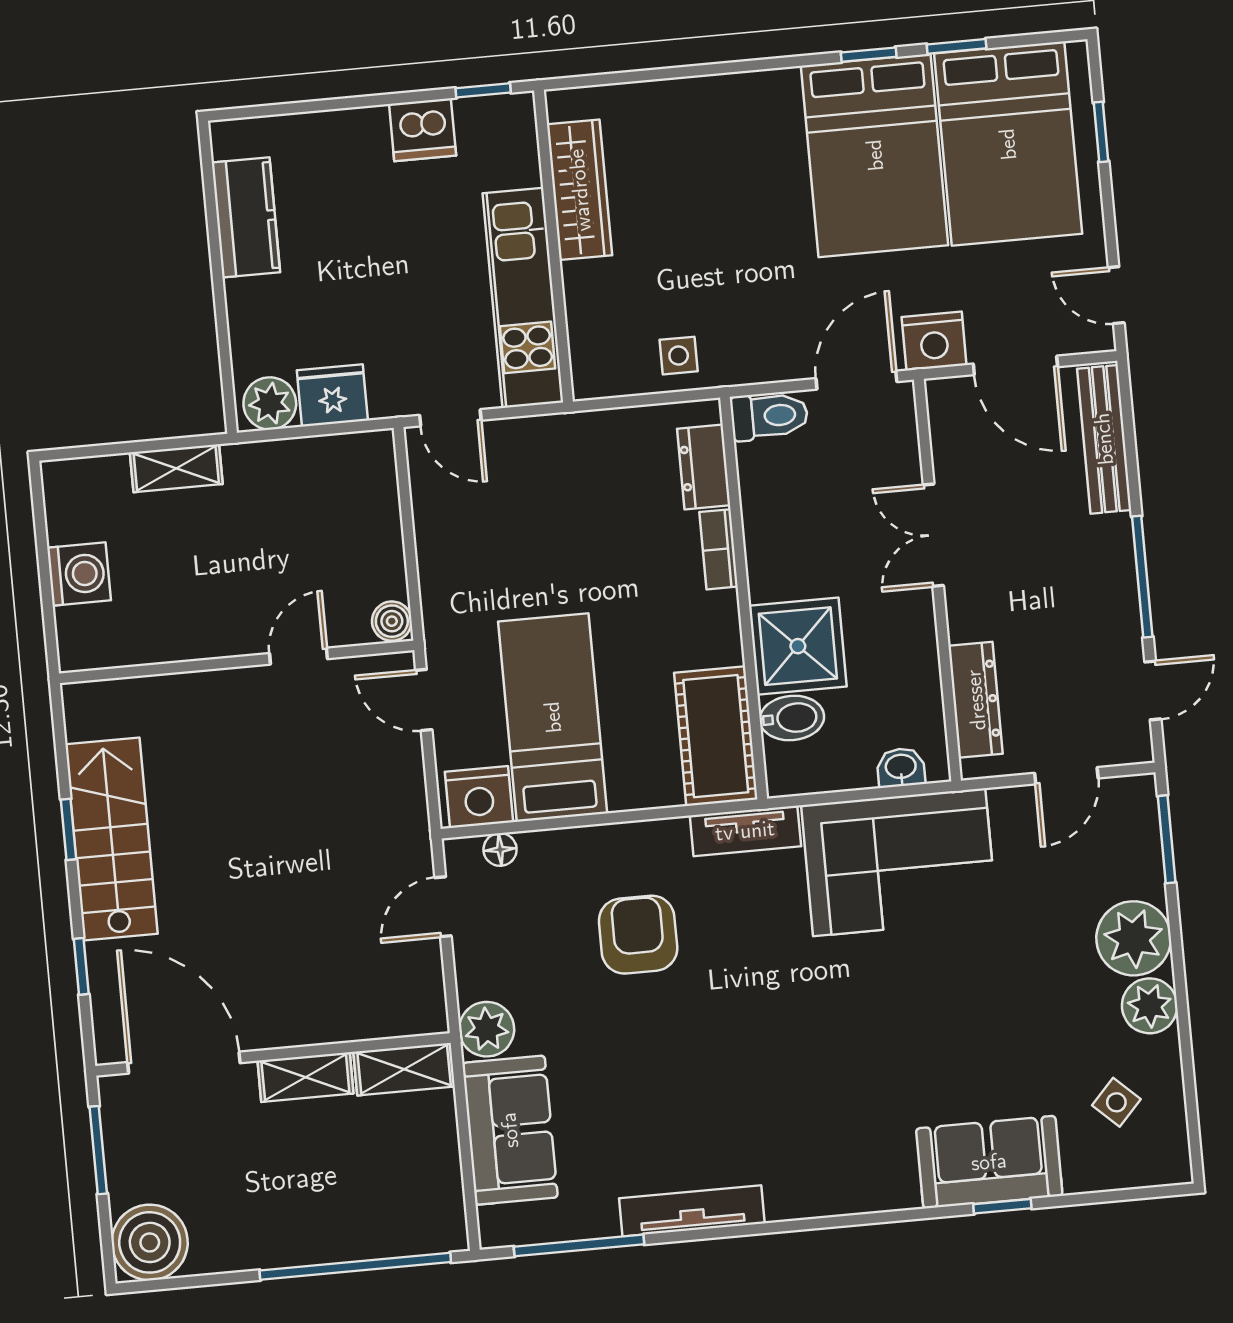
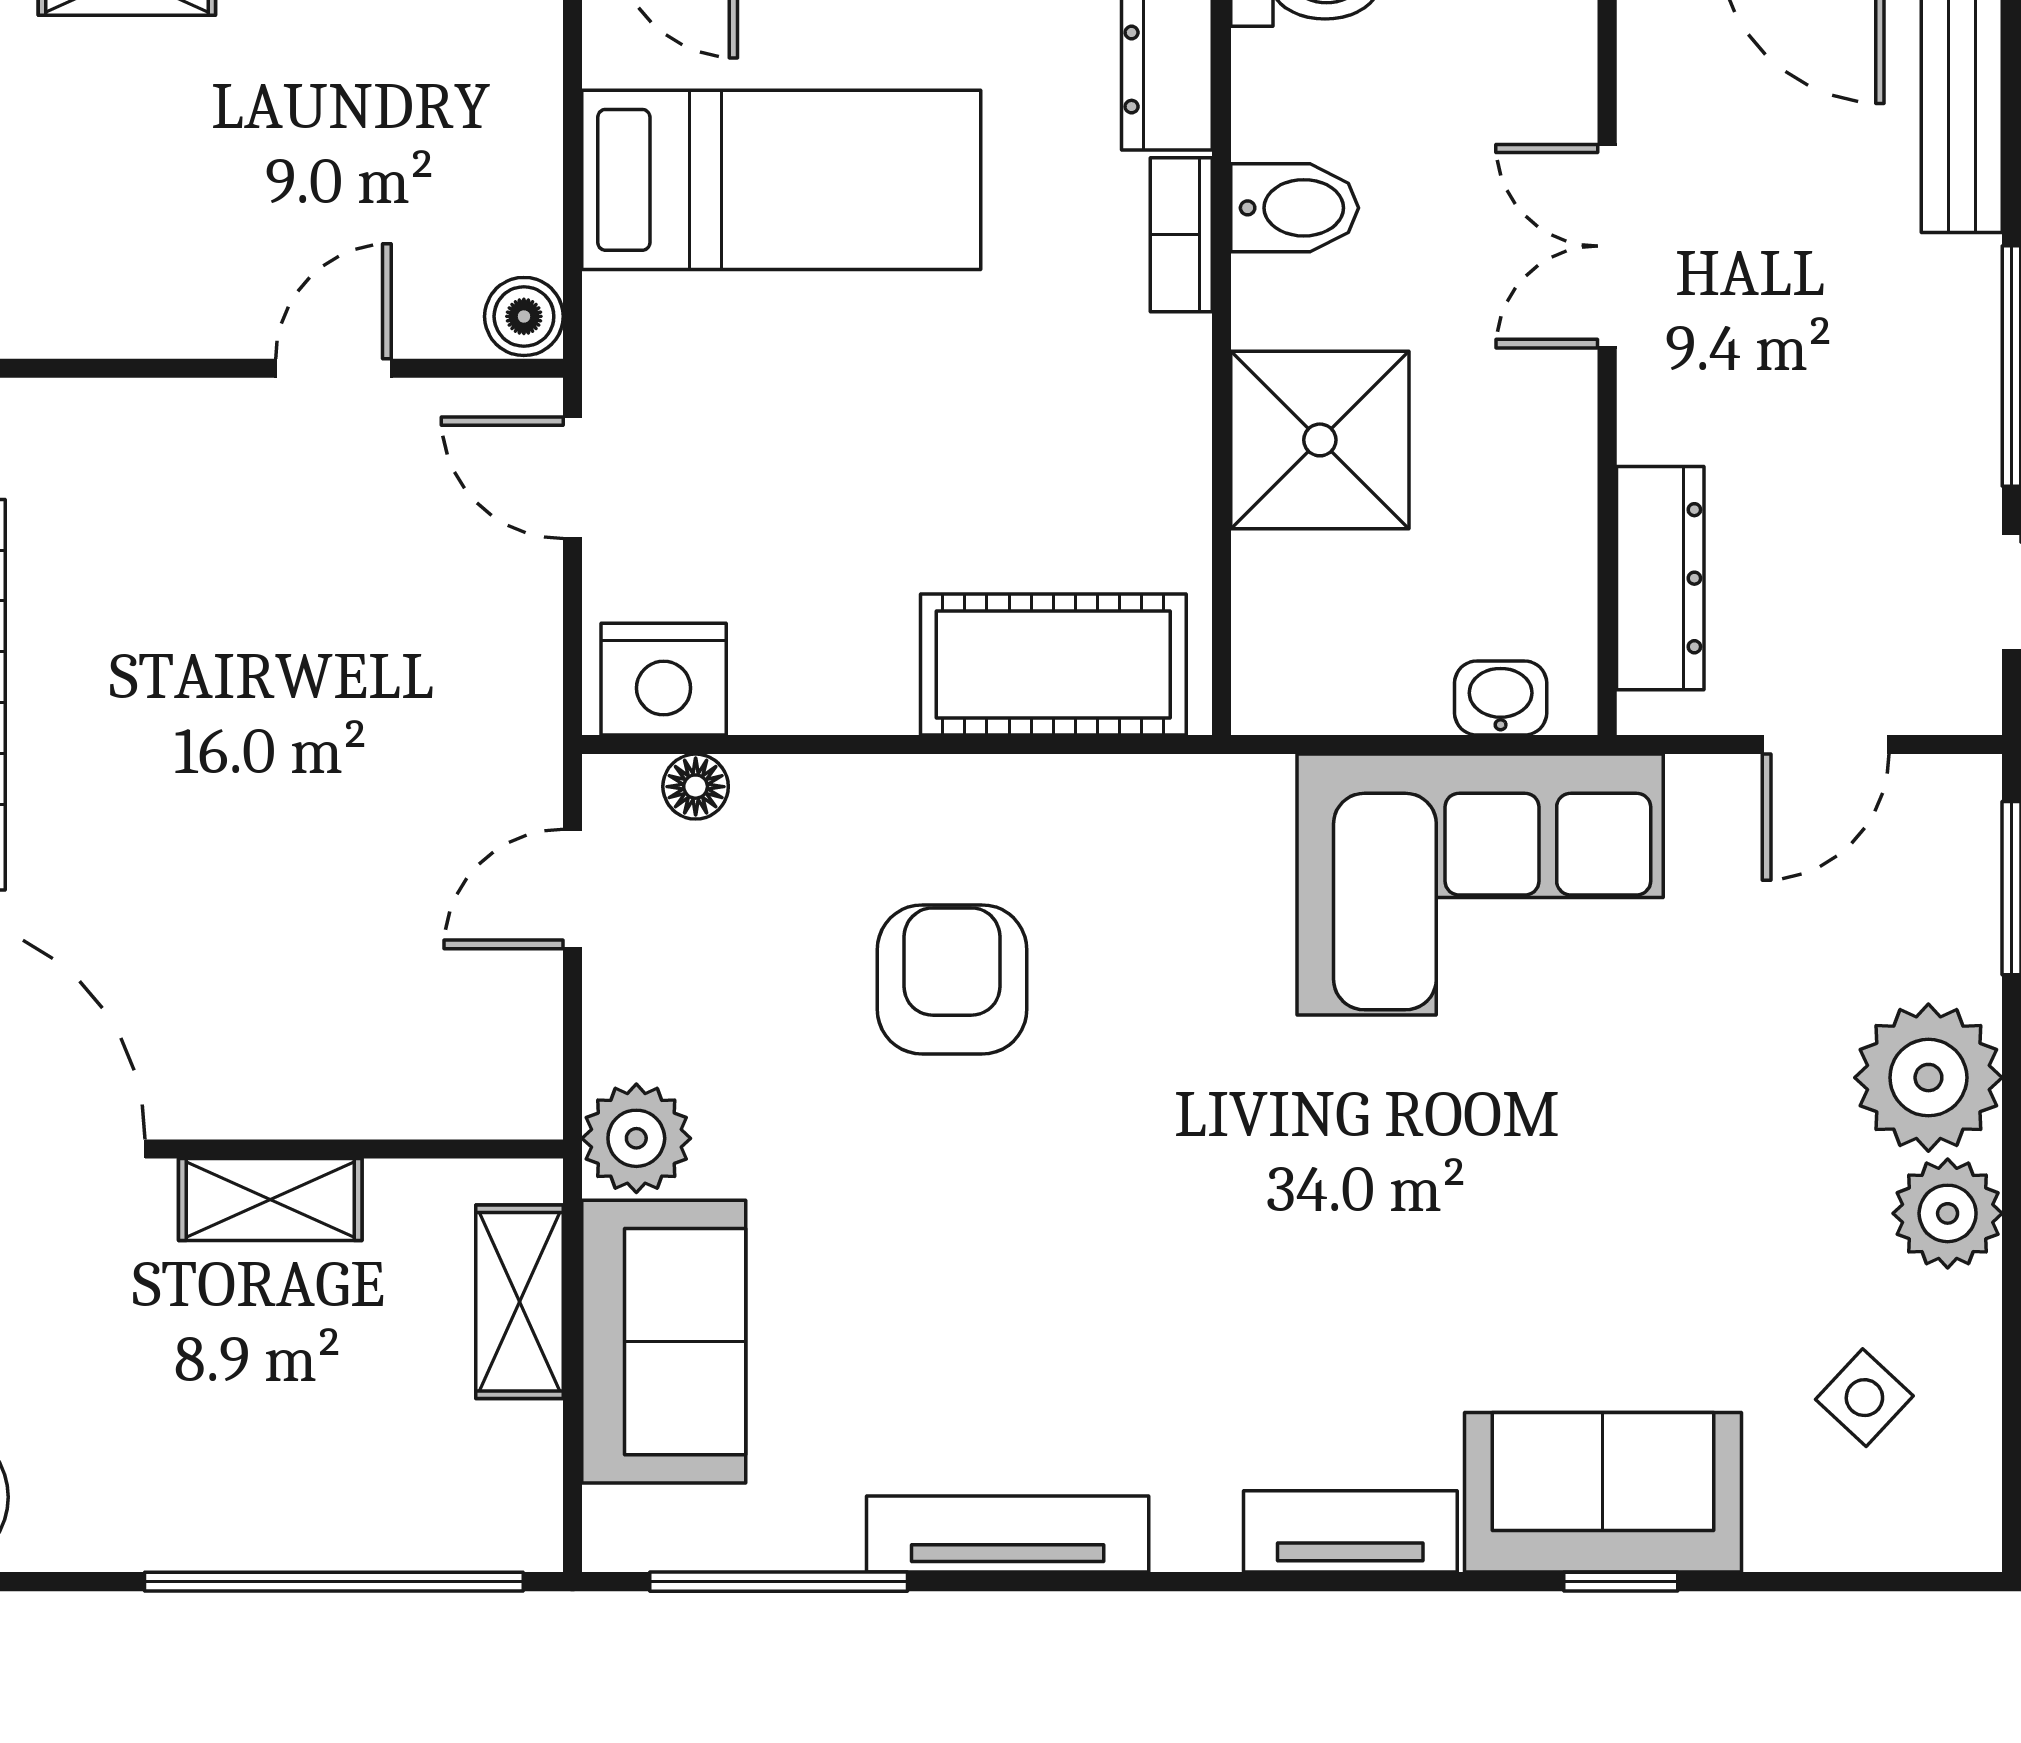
bed: (553, 717) -> (781, 180), moved, turned 90
bidet: (792, 718) -> (1295, 208), moved
cot: (716, 736) -> (1053, 665), moved, turned 90
tv unit: (745, 831) -> (1350, 1531), moved, turned 180
shelving: (404, 1069) -> (520, 1302), moved, turned 90

